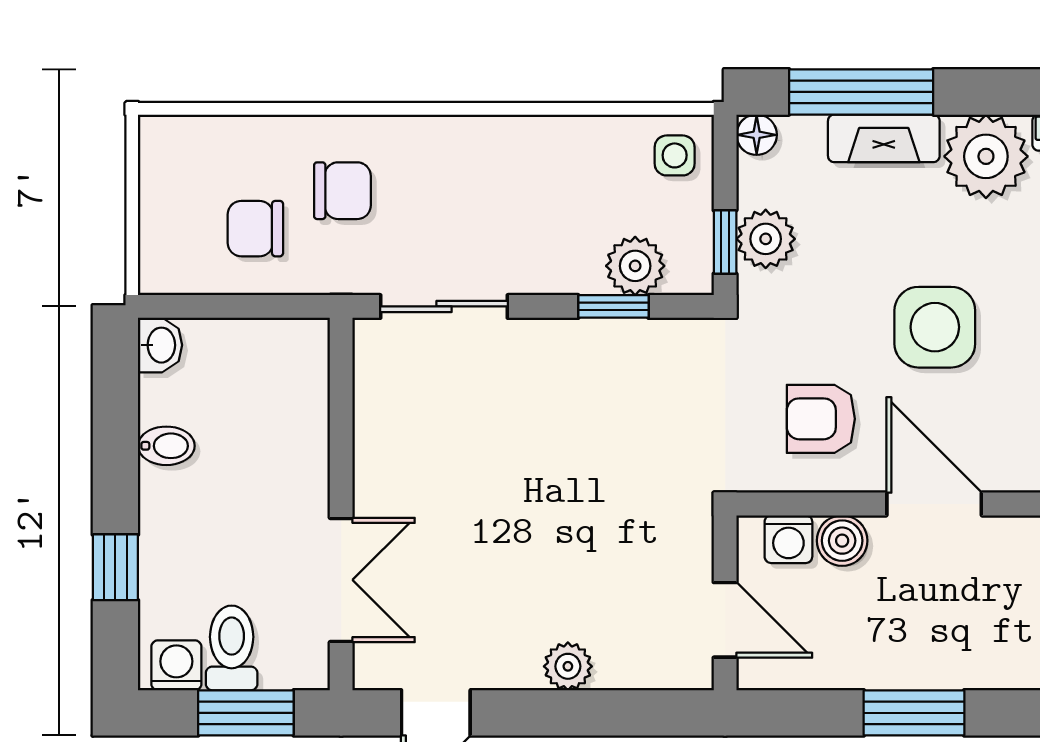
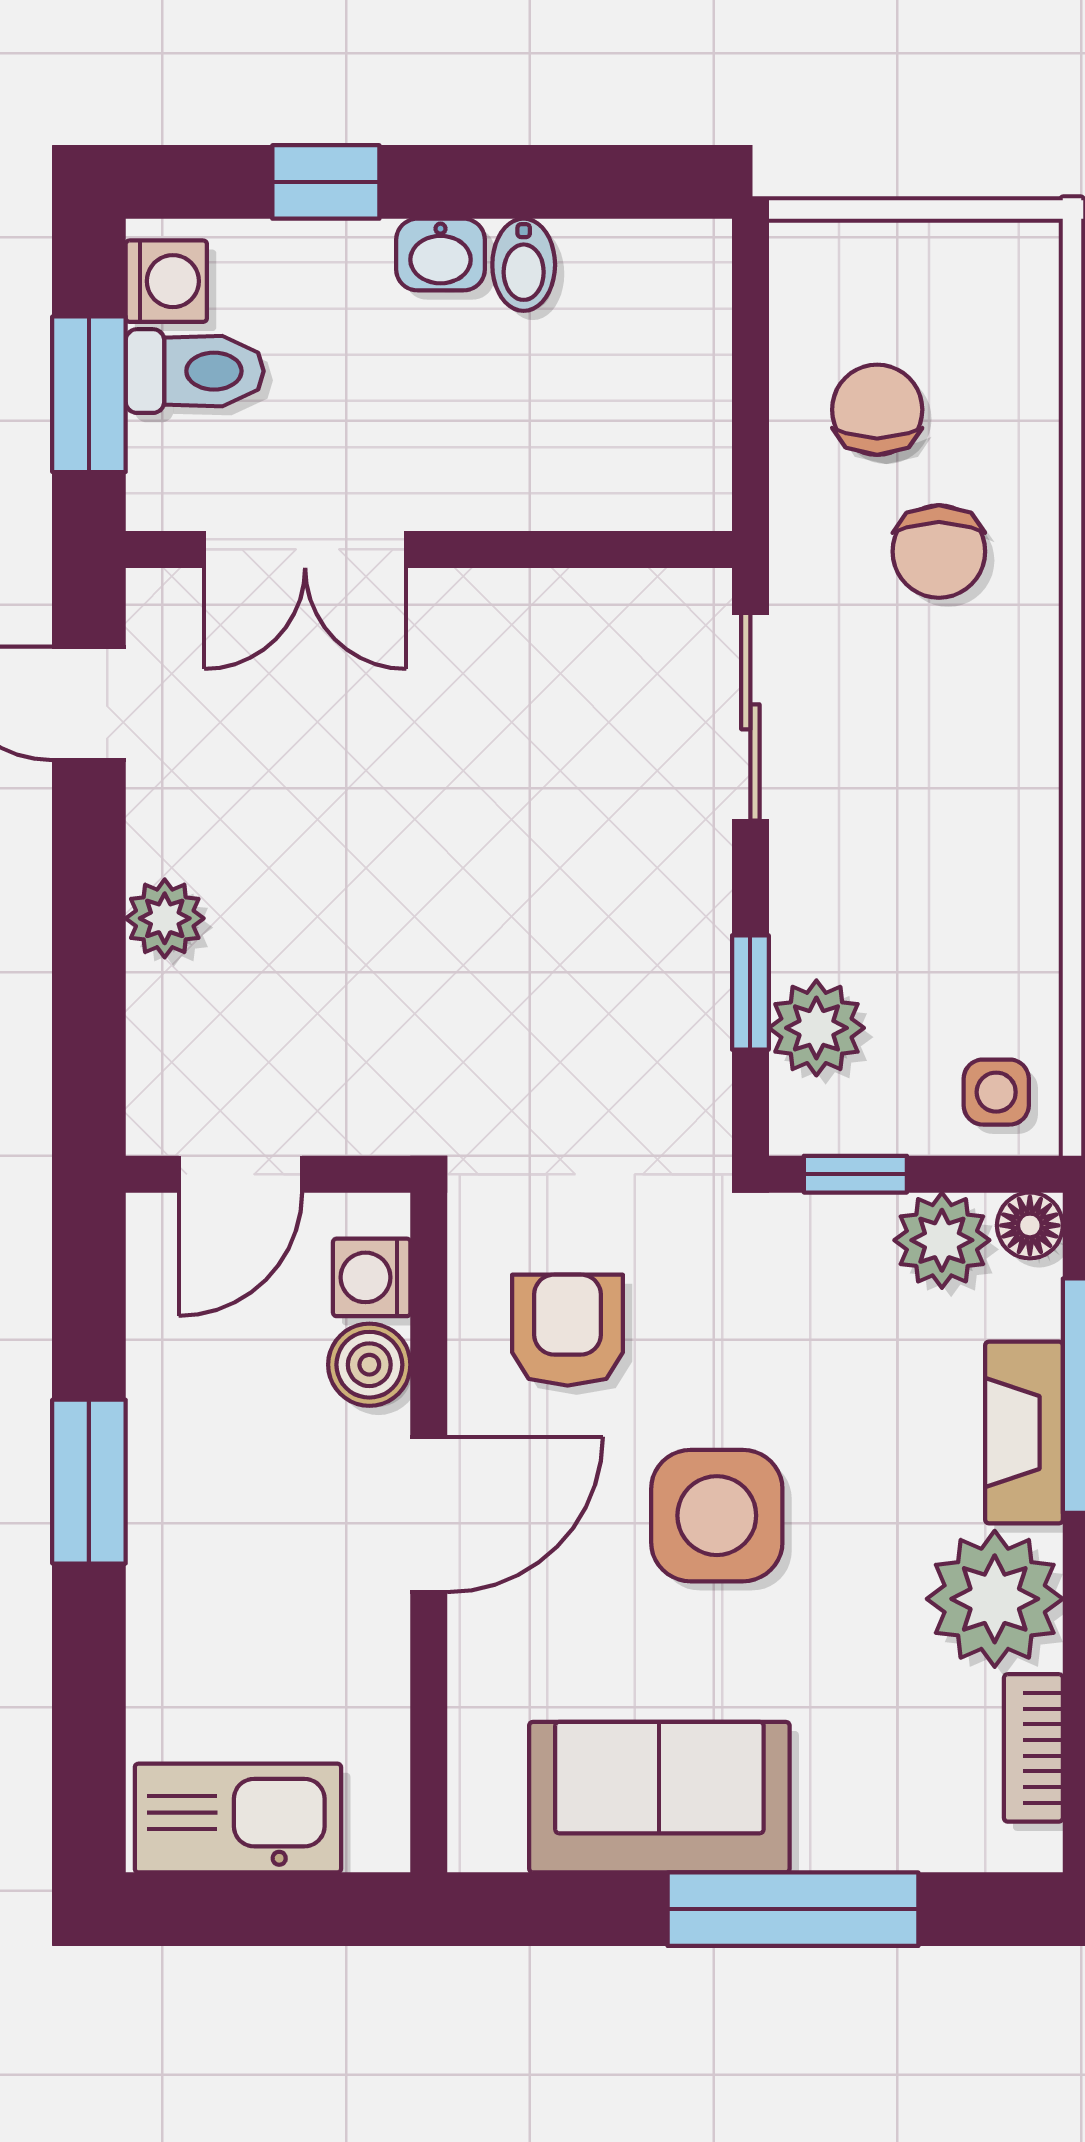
plant: (766, 239) -> (942, 1240), moved
washbasin: (160, 345) -> (441, 255), moved

